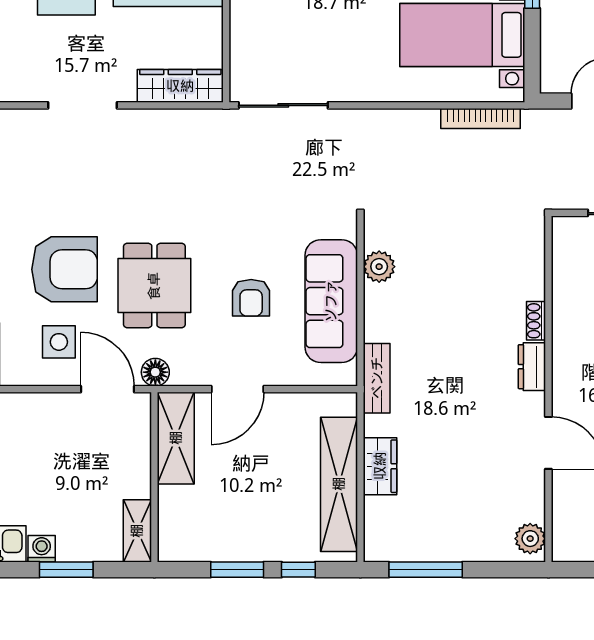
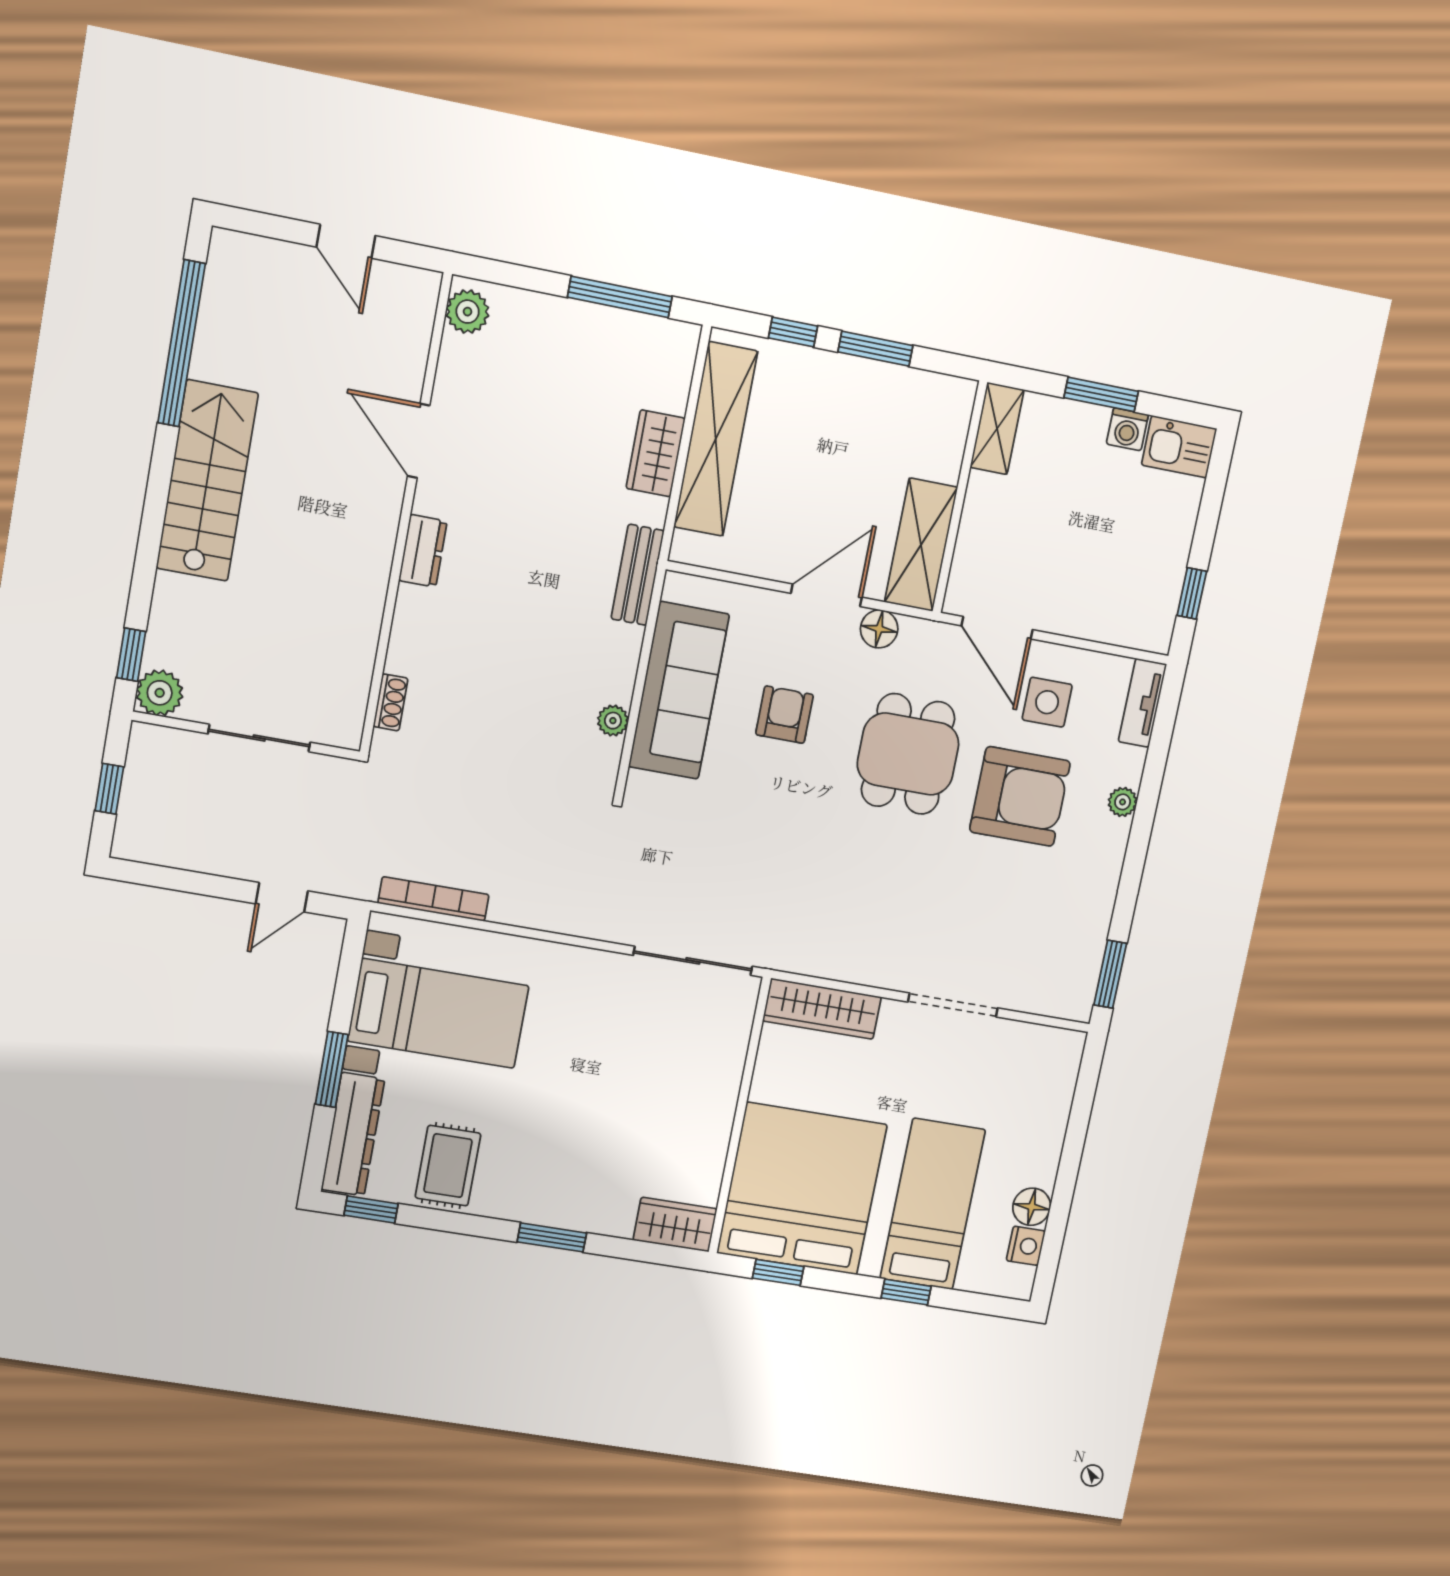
plant: (379, 267) -> (613, 721), width x0.73, depth x0.73
armchair: (65, 269) -> (1020, 797), turned 180
shoe rack: (536, 321) -> (391, 702), moved
floor lamp: (155, 372) -> (879, 629), moved

